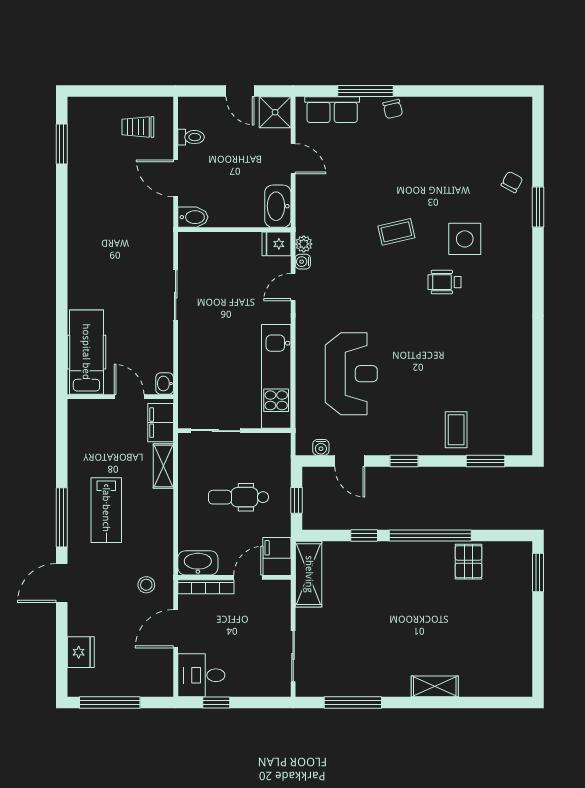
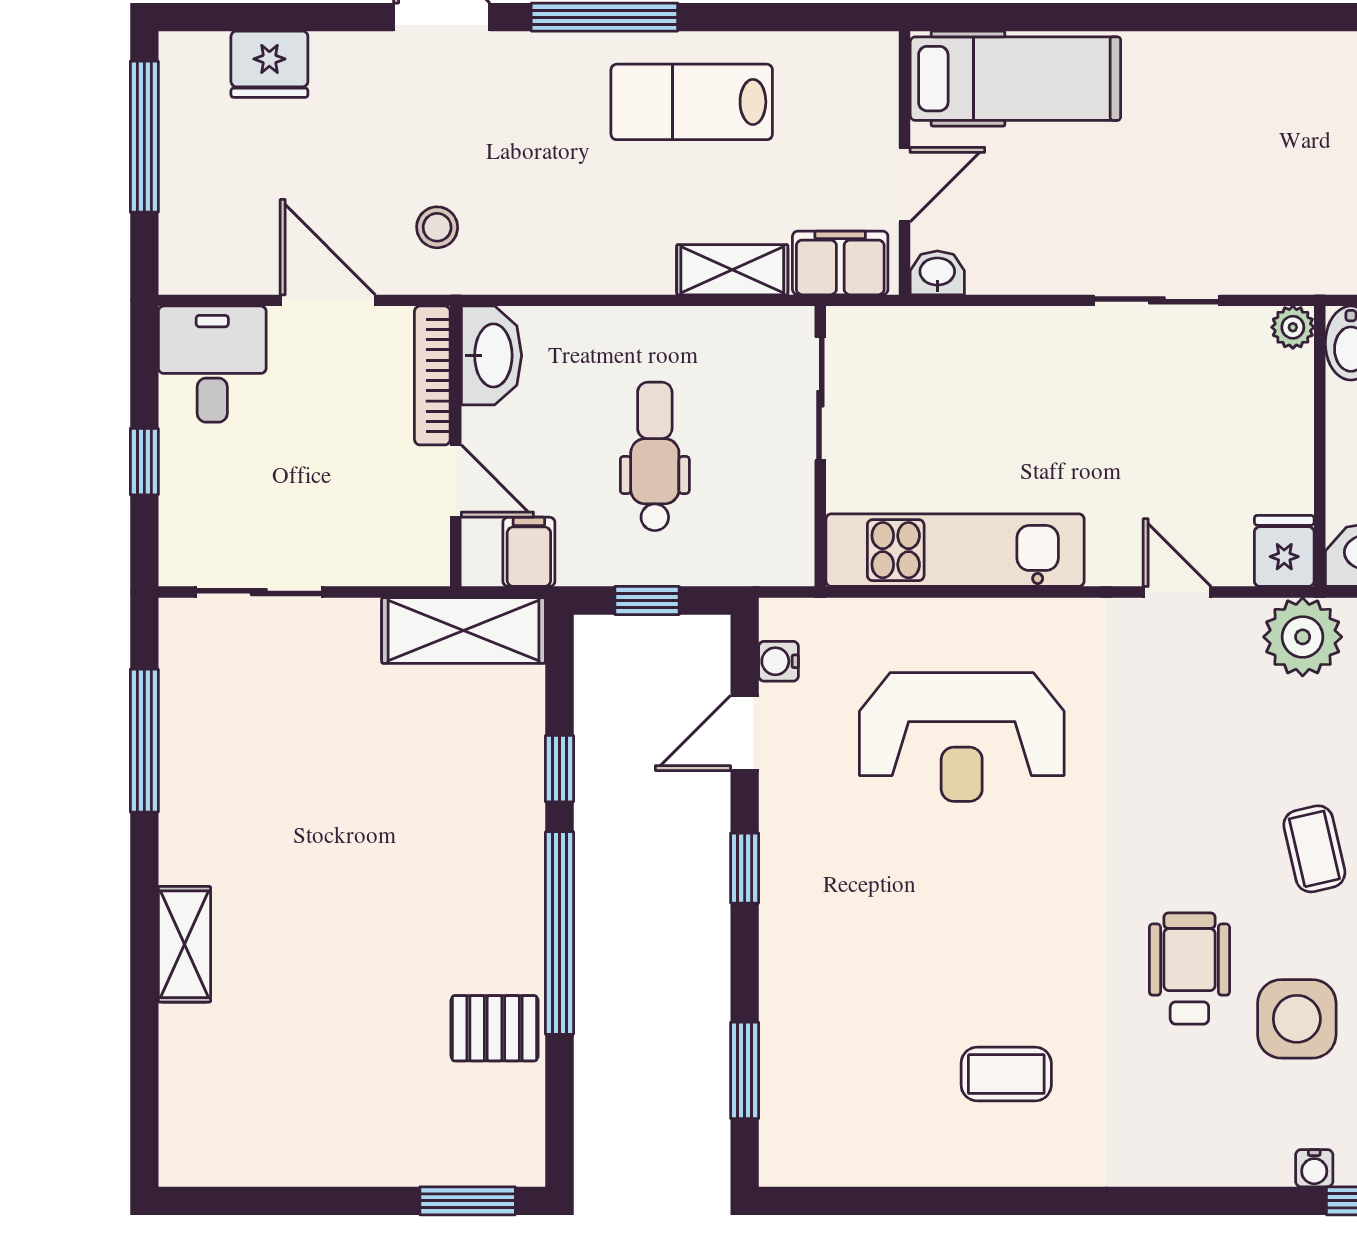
plant: (187, 241) -> (1293, 327), added
plant: (304, 244) -> (1303, 637), width x1.87, depth x1.87
water cooler: (303, 262) -> (1314, 1168), moved, turned 180
wheelchair: (445, 282) -> (1189, 968), width x1.36, depth x1.37
coffee table: (456, 430) -> (1006, 1074), moved
lab bench: (106, 510) -> (692, 102), moved
window: (216, 703) -> (144, 462), moved

